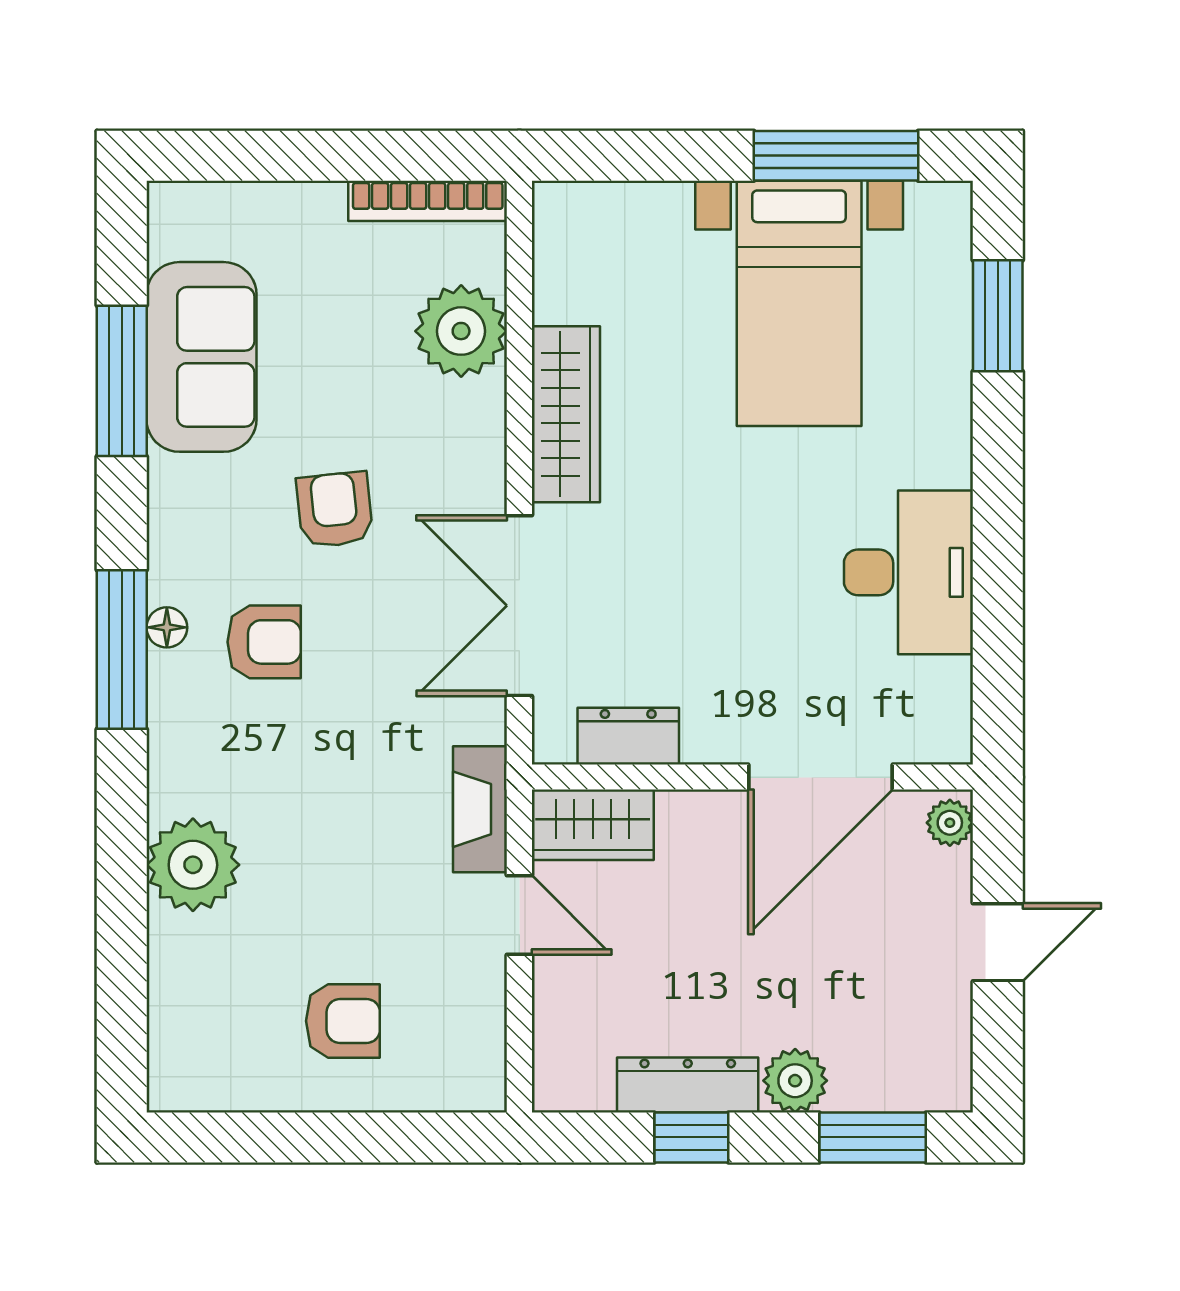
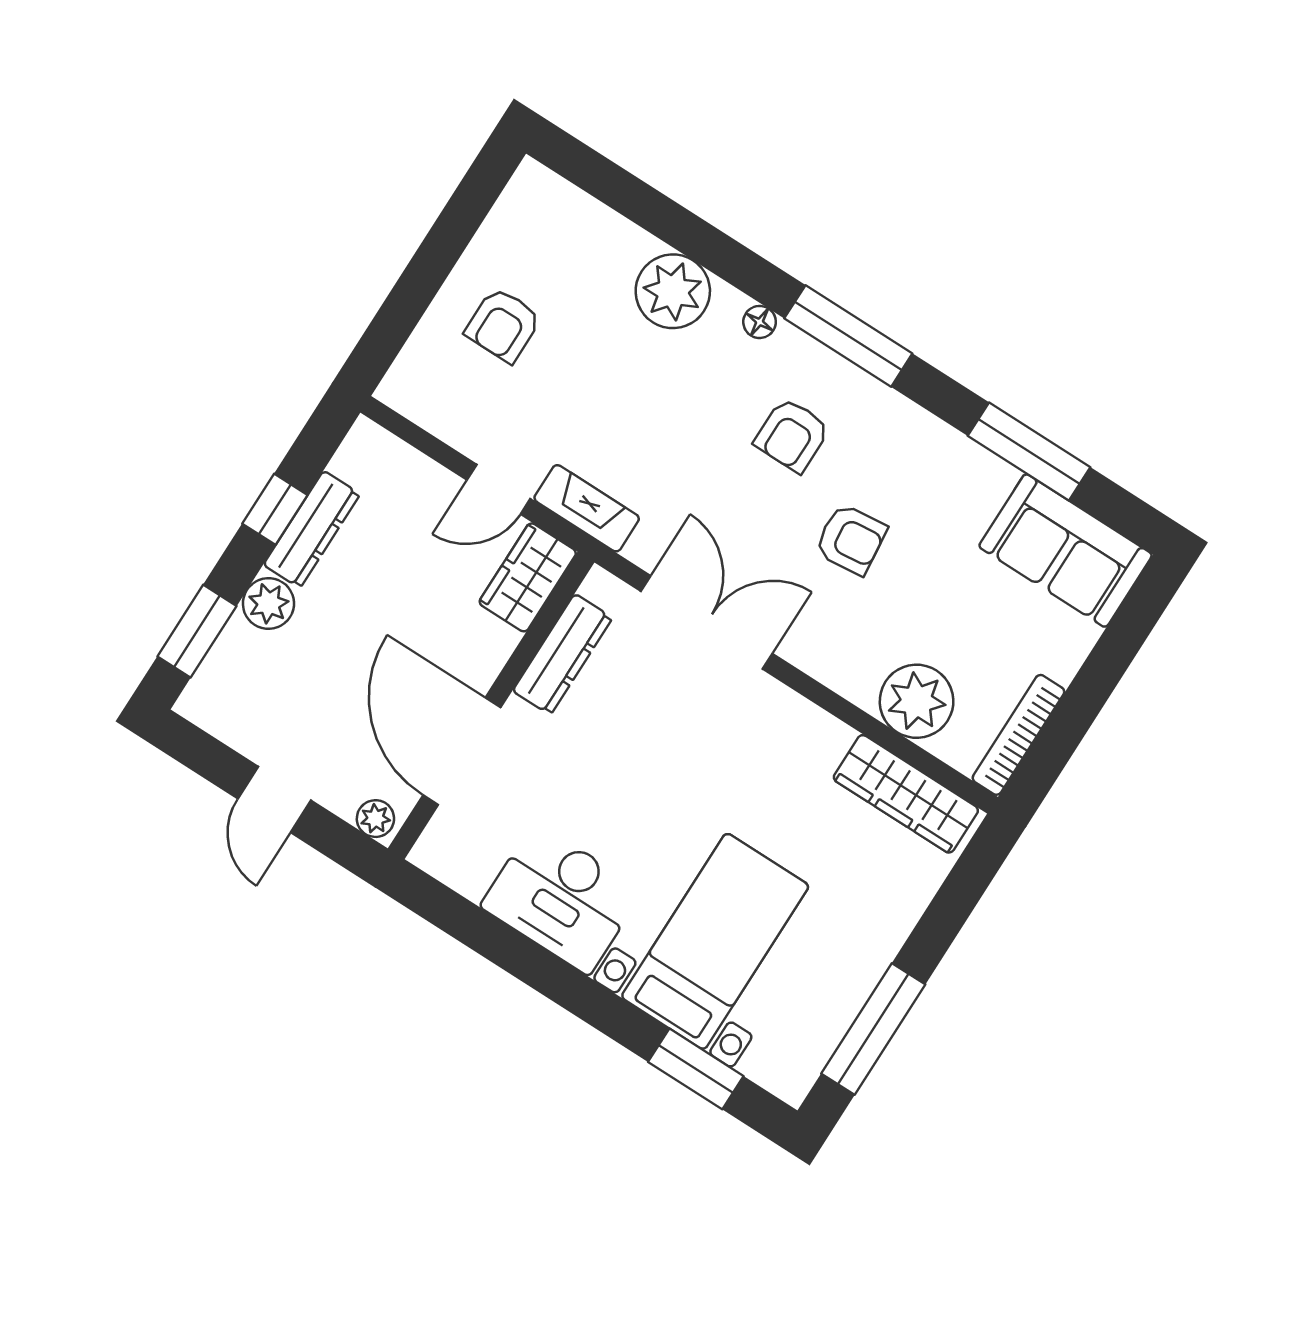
bed with nightstands: (799, 303) -> (715, 941), moved, turned 90
sofa: (202, 357) -> (1066, 551), moved
wardrobe: (566, 414) -> (906, 794), moved
floor lamp: (167, 627) -> (760, 322), moved
dresser: (628, 736) -> (563, 654), width x1.44

